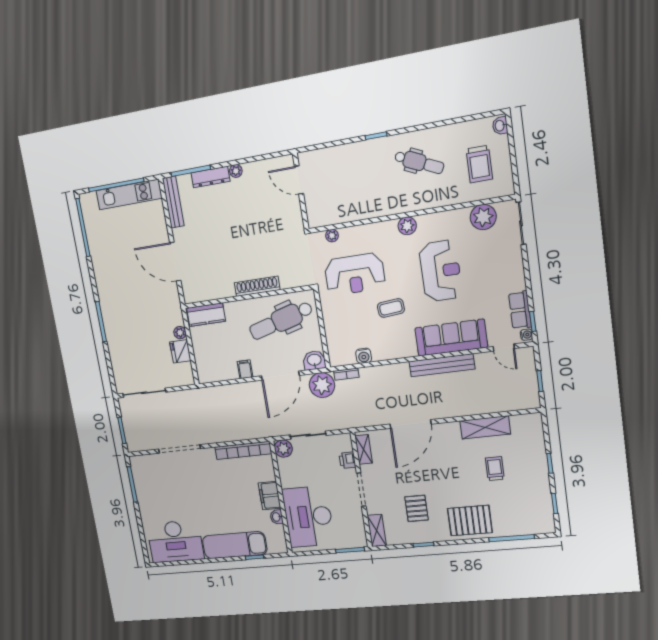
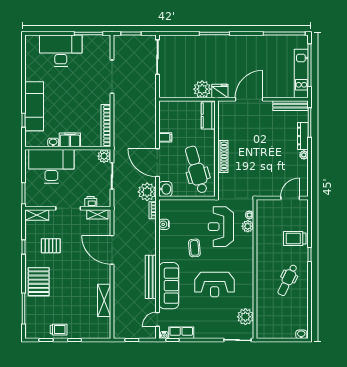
trolley: (479, 164) -> (295, 239), moved
plant: (407, 226) -> (248, 226), moved
plant: (180, 333) -> (202, 89), width x1.88, depth x1.88
fridge: (180, 351) -> (220, 91), moved
trolley: (495, 469) -> (59, 330), moved
desk: (175, 541) -> (61, 51), moved, turned 90

